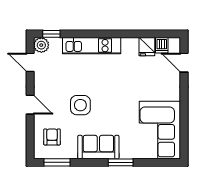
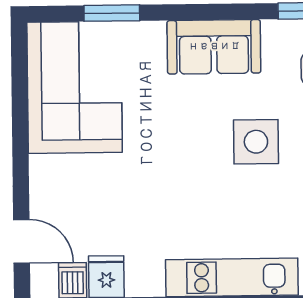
window: (121, 162) -> (112, 13), moved

